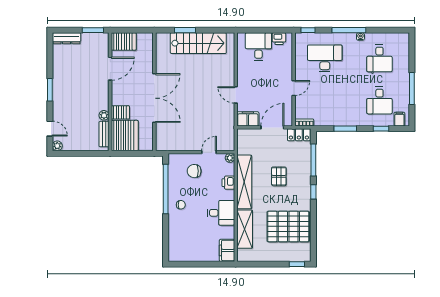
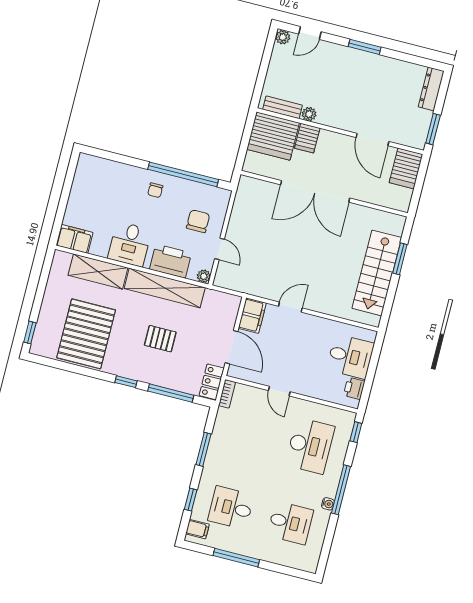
desk: (379, 58) -> (290, 523), turned 180
printer: (228, 183) -> (171, 261), width x1.87, depth x1.48

